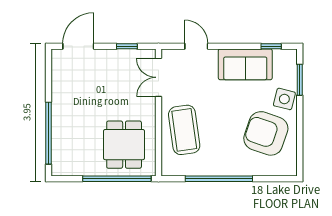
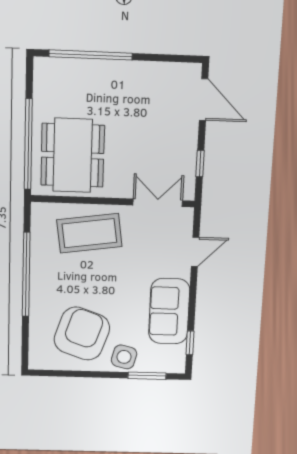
dining table: (124, 145) -> (73, 155), width x1.38

